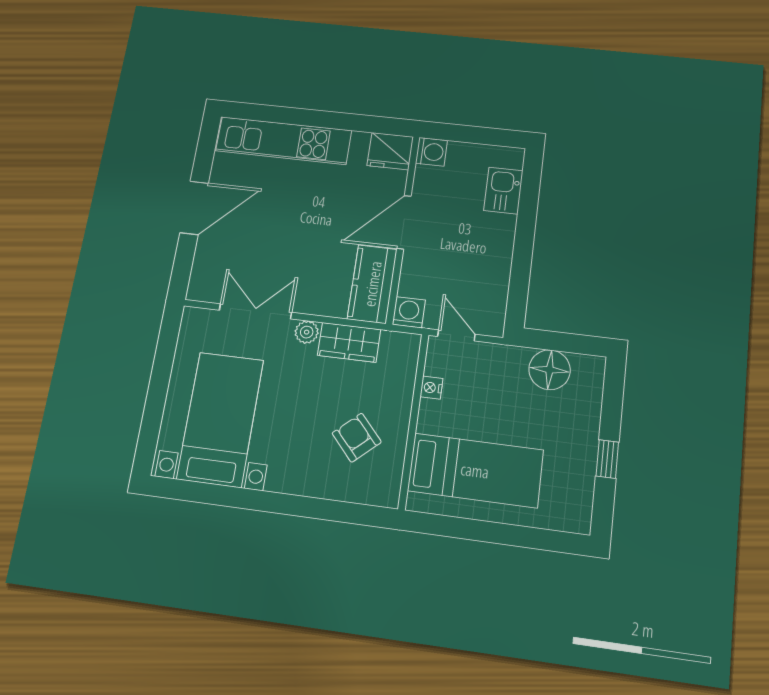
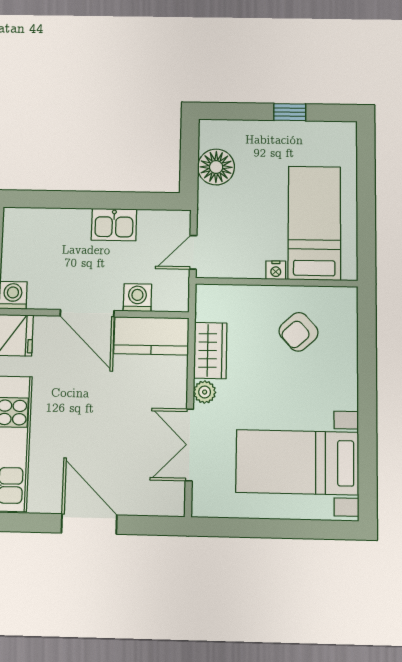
kitchen sink: (503, 191) -> (114, 225), moved
washing machine: (409, 312) -> (137, 298), moved, turned 90
nightstand: (431, 388) -> (276, 270), moved

